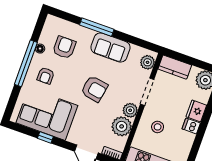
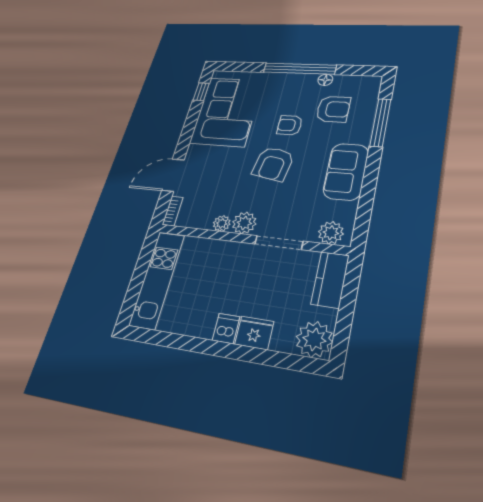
window: (97, 27) -> (380, 122), moved
armchair: (46, 76) -> (290, 125), moved
plant: (122, 126) -> (222, 223), width x0.53, depth x0.53
stool: (158, 127) -> (220, 271), removed
window: (45, 137) -> (201, 92), moved

